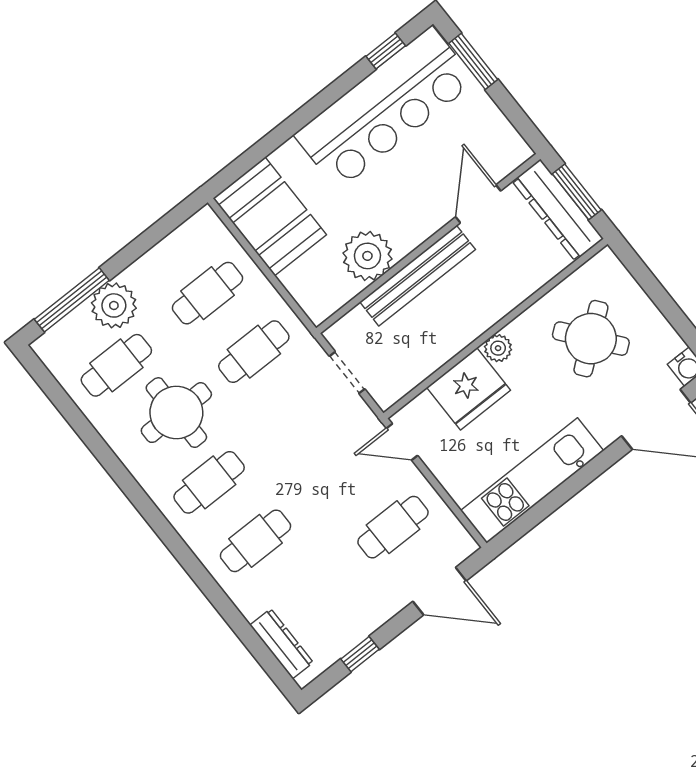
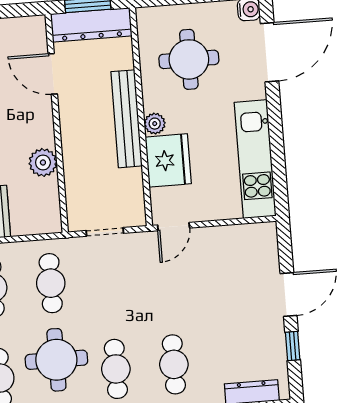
plant: (367, 256) -> (43, 162), width x0.73, depth x0.73
bench: (418, 276) -> (127, 119), moved
round table: (591, 339) -> (189, 59), turned 38
cafe table: (393, 527) -> (225, 269), removed
door: (440, 591) -> (289, 295), moved

